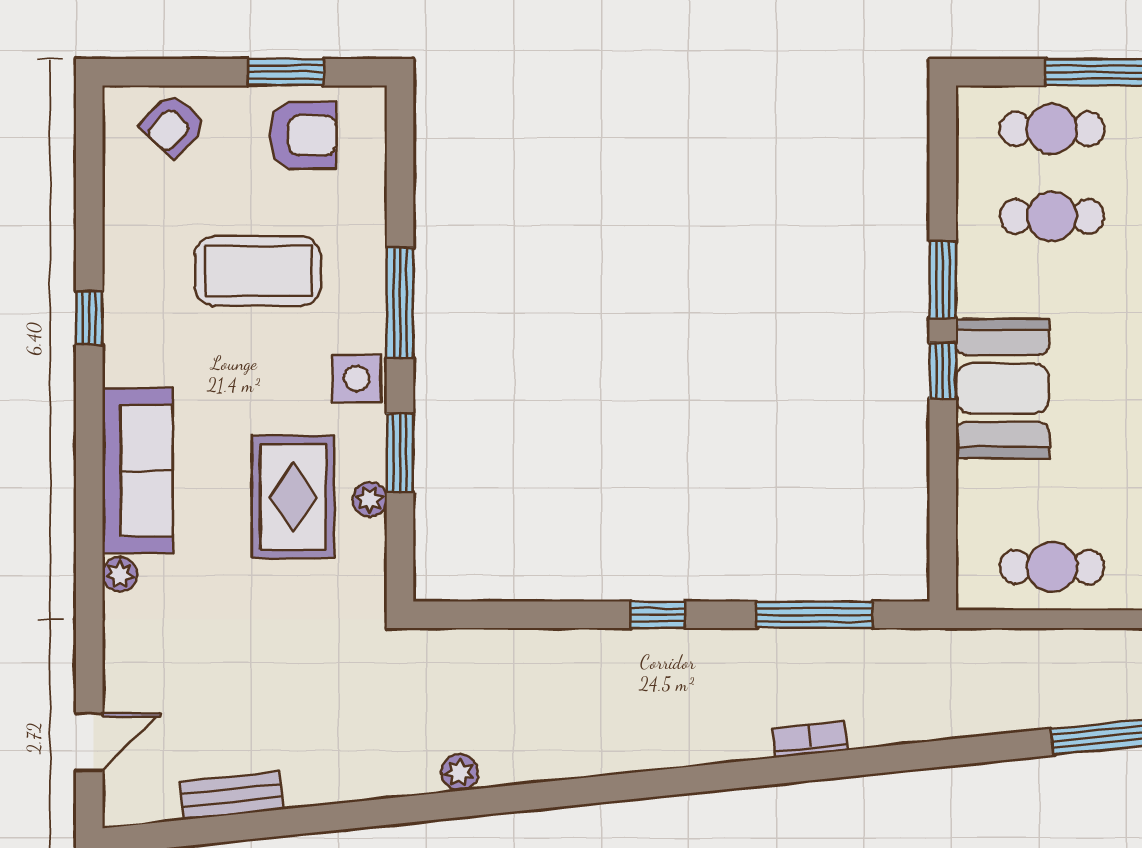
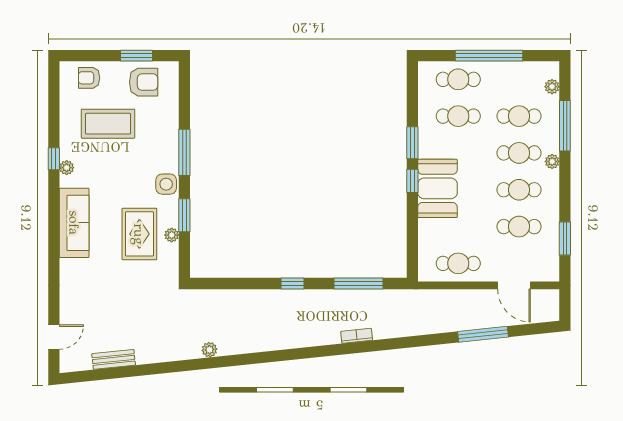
armchair: (173, 125) -> (89, 78), turned 47
coffee table: (258, 271) -> (108, 124), moved
plant: (120, 574) -> (67, 168), moved

